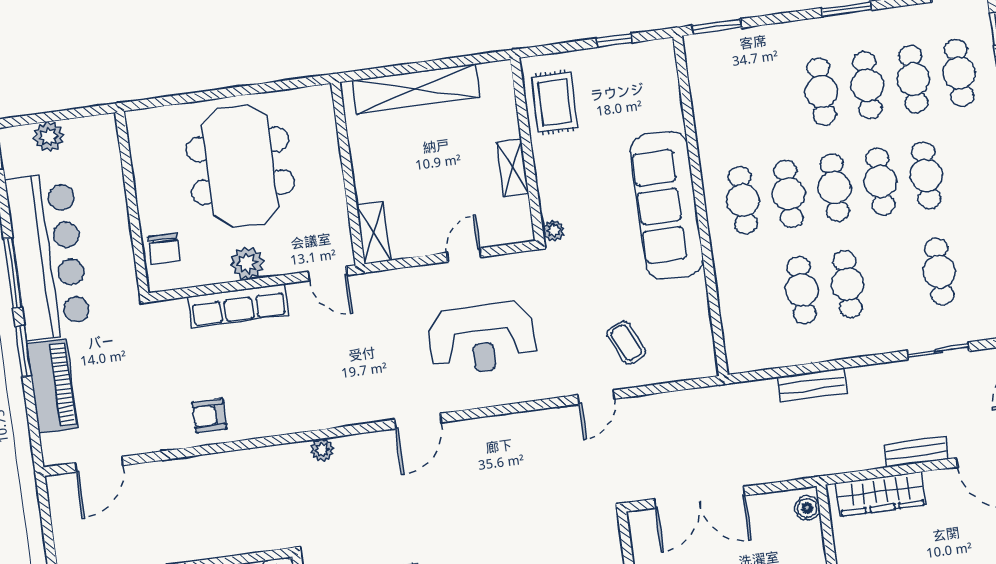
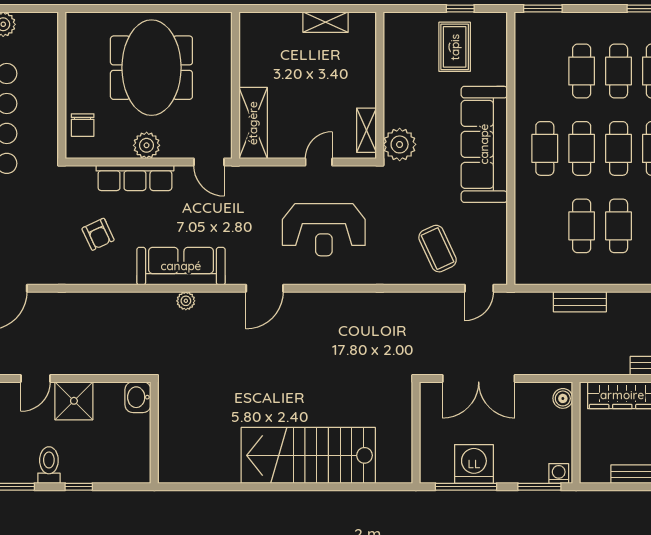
shelving: (416, 89) -> (326, 22), width x0.45, depth x0.75
cafe table: (776, 98) -> (582, 71), added
rug: (555, 102) -> (455, 47), moved
shelving: (513, 168) -> (366, 130), moved
plant: (553, 230) -> (400, 144), width x1.88, depth x1.88
shelving: (374, 233) -> (253, 123), width x1.50, depth x1.33
coffee table: (626, 343) -> (438, 249), width x1.36, depth x1.30
door: (596, 397) -> (479, 288), moved
sofa: (310, 408) -> (181, 266), added
armchair: (209, 416) -> (98, 234), moved, turned -115

